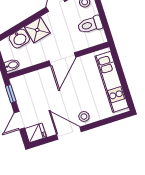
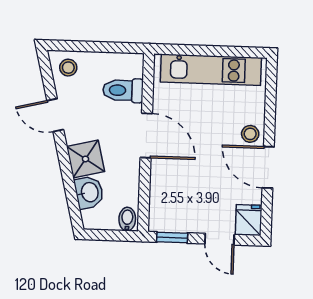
toilet: (90, 25) -> (123, 90), moved, turned 90
door: (69, 133) -> (268, 167), hinge flipped

